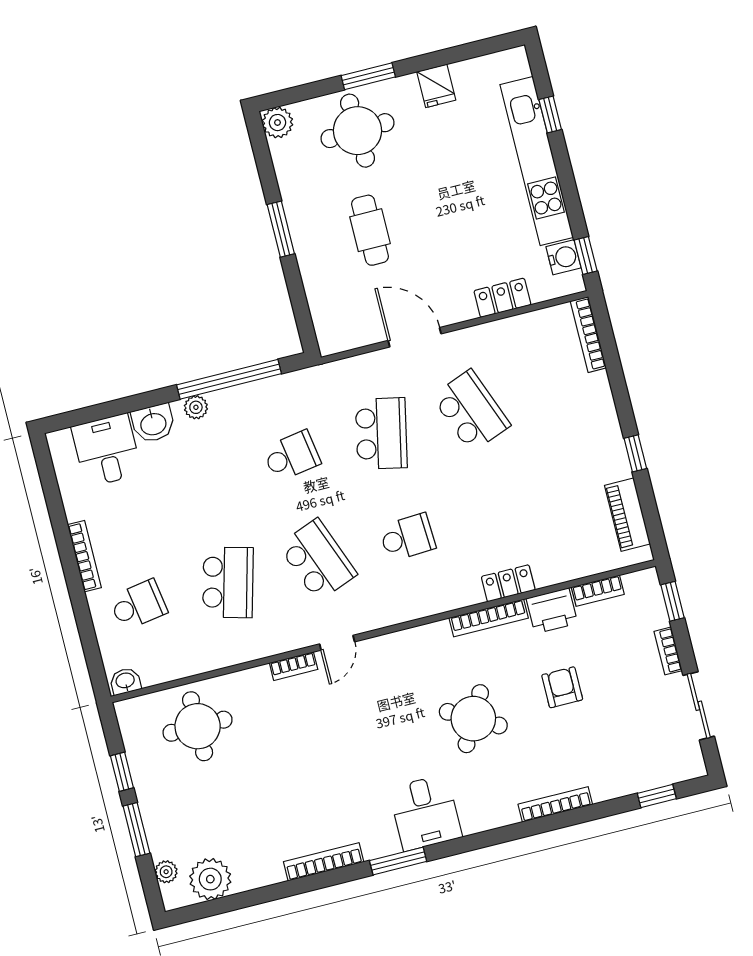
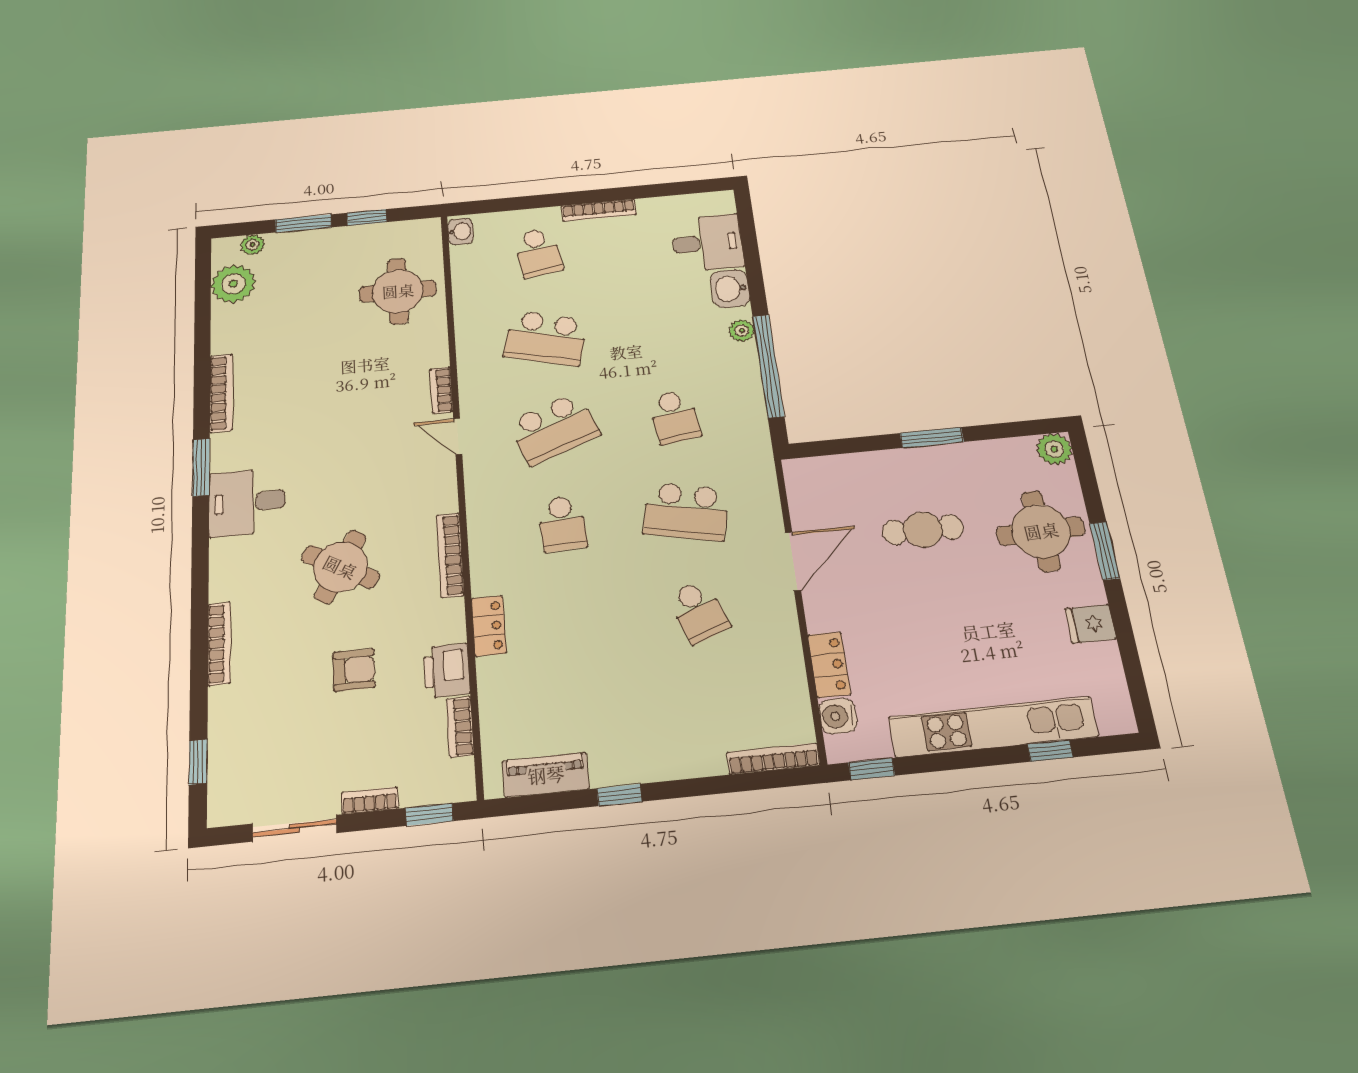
water cooler: (564, 257) -> (838, 716), moved, turned 90
school desk: (471, 411) -> (698, 612), width x0.54
bookcase: (489, 618) -> (450, 555), moved

